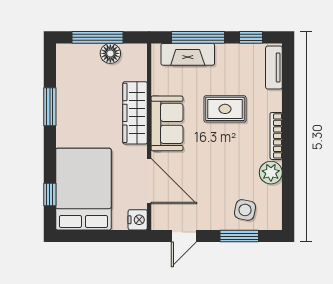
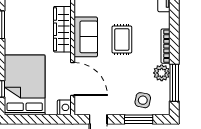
rug: (225, 109) -> (122, 39), moved, turned 90
window: (288, 186) -> (174, 83), added

